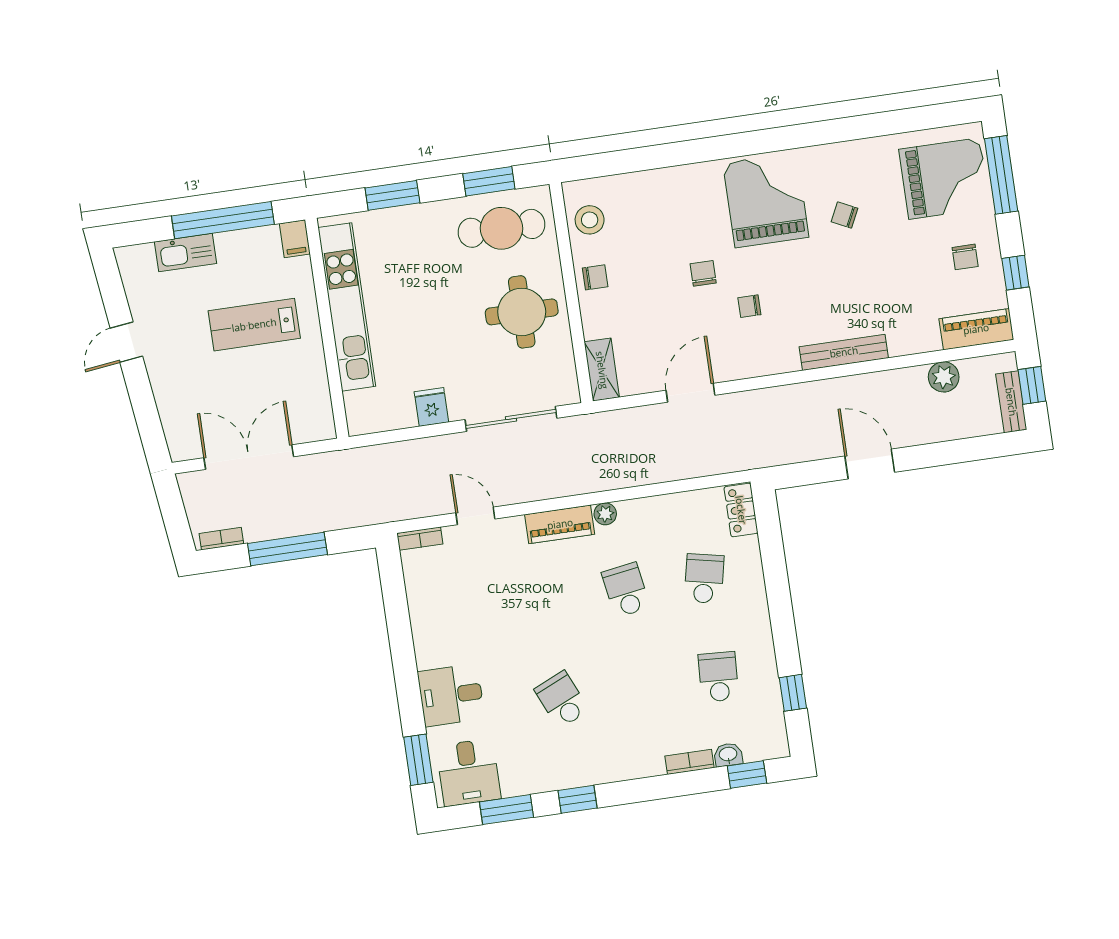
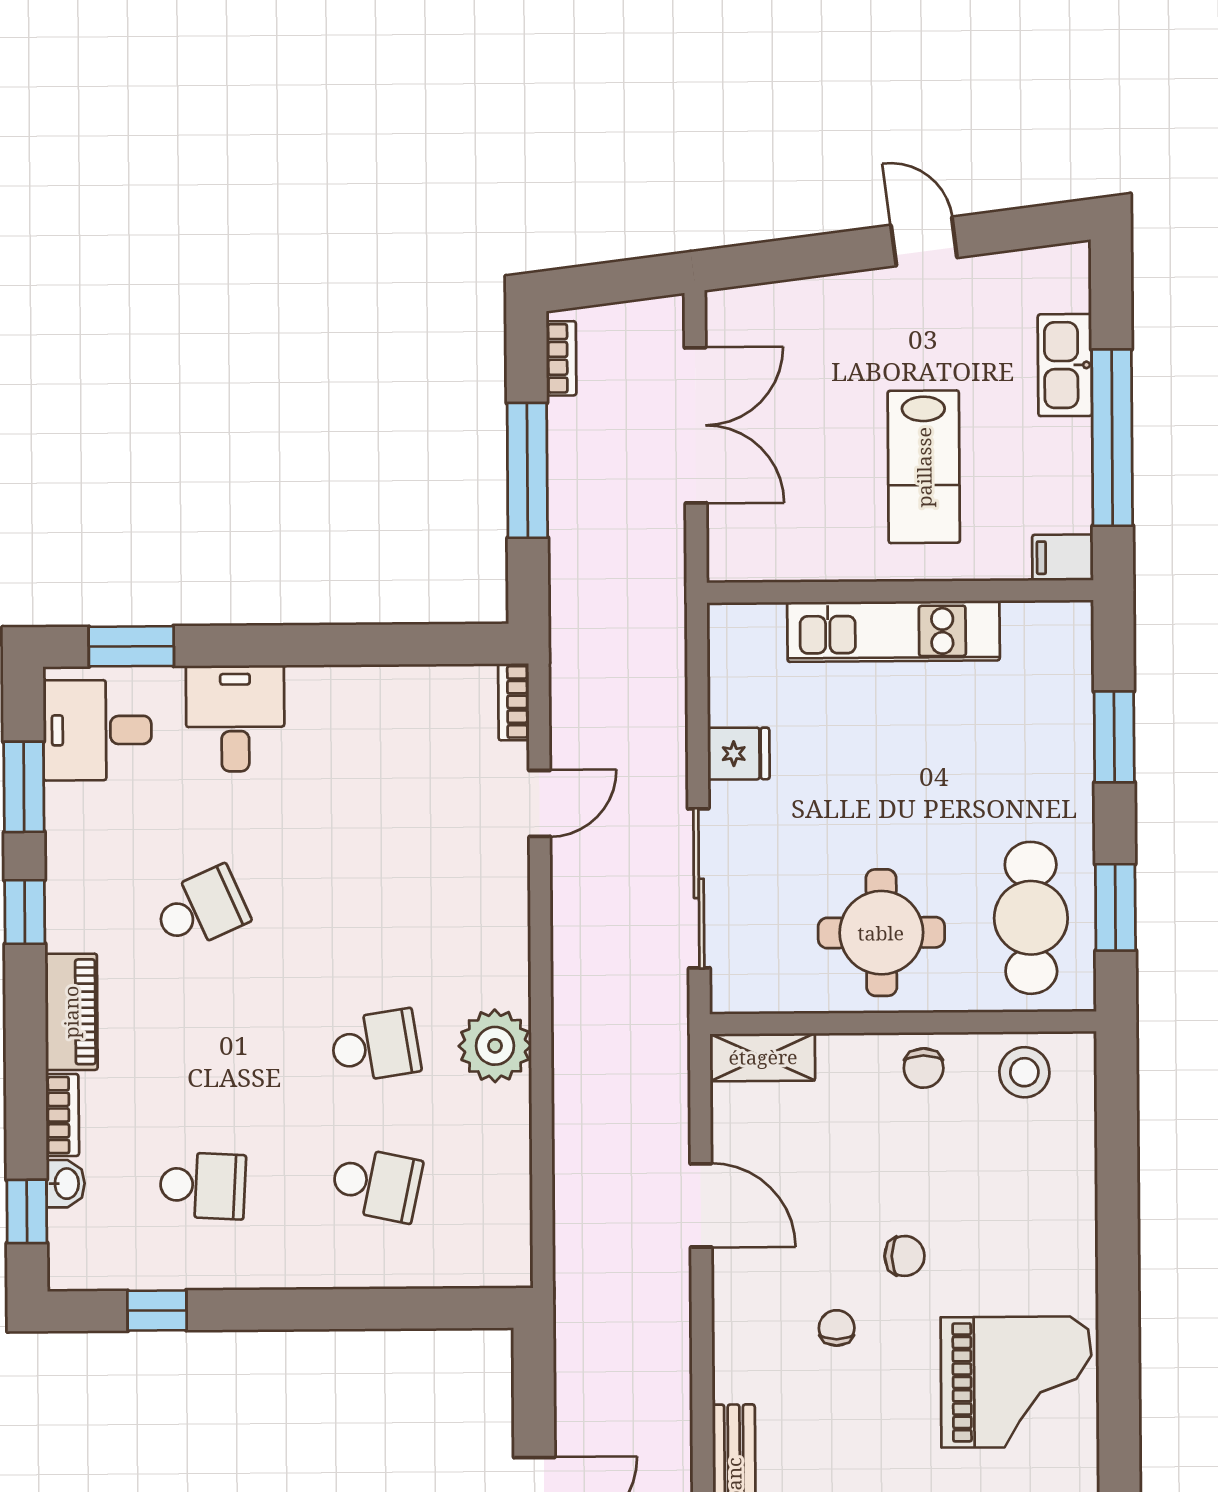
kitchen unit: (347, 307) -> (893, 631), width x0.73
lab bench: (254, 325) -> (924, 467), turned 180
locker: (741, 510) -> (486, 1265), removed
plant: (605, 514) -> (495, 1046), width x1.88, depth x1.88
piano: (560, 524) -> (71, 1012), moved, turned 180

